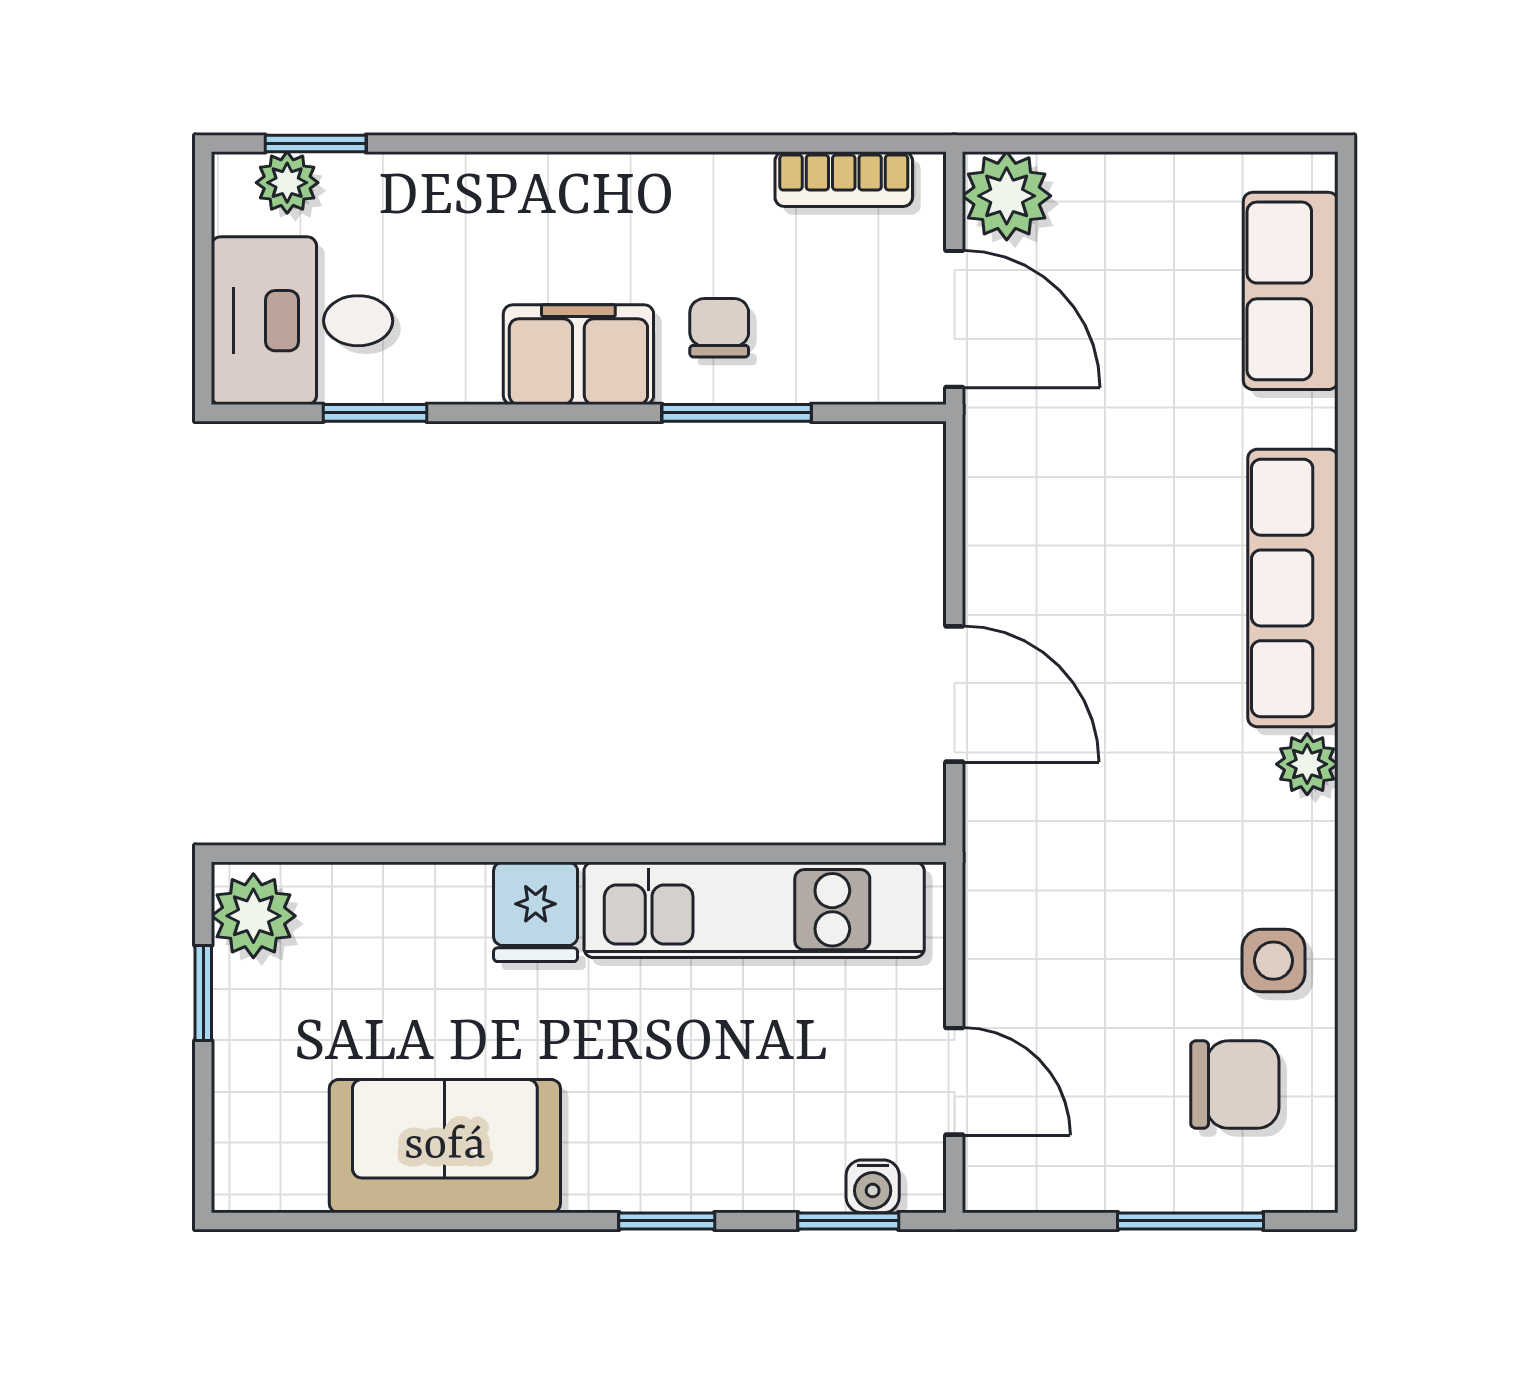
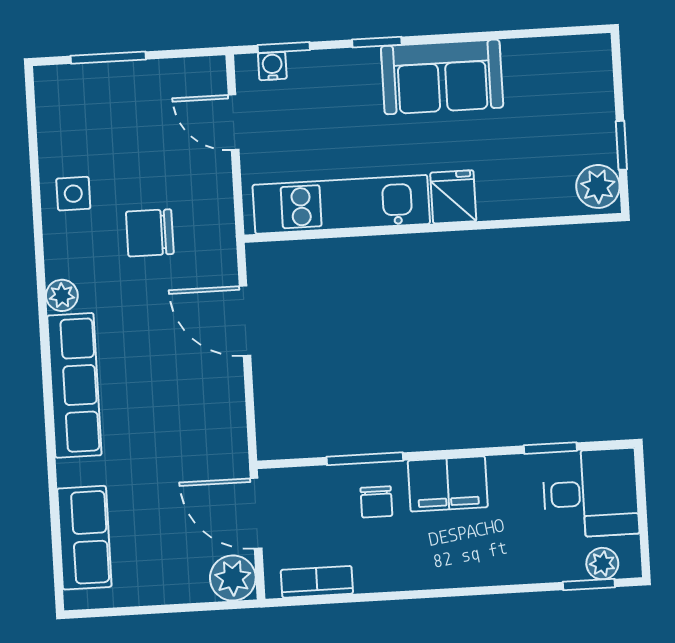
chair: (1235, 1084) -> (150, 233), moved
sofa: (445, 1146) -> (442, 77), moved

